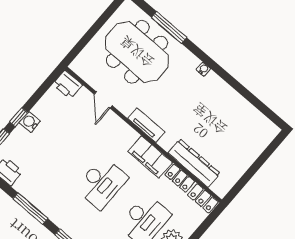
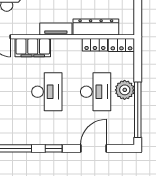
tv unit: (146, 125) -> (56, 29), moved
filing cabinet: (150, 157) -> (33, 48), moved

